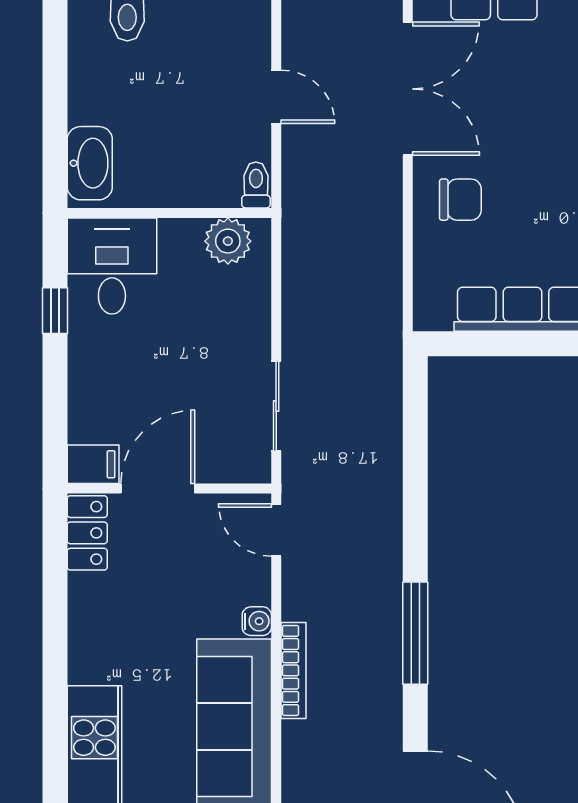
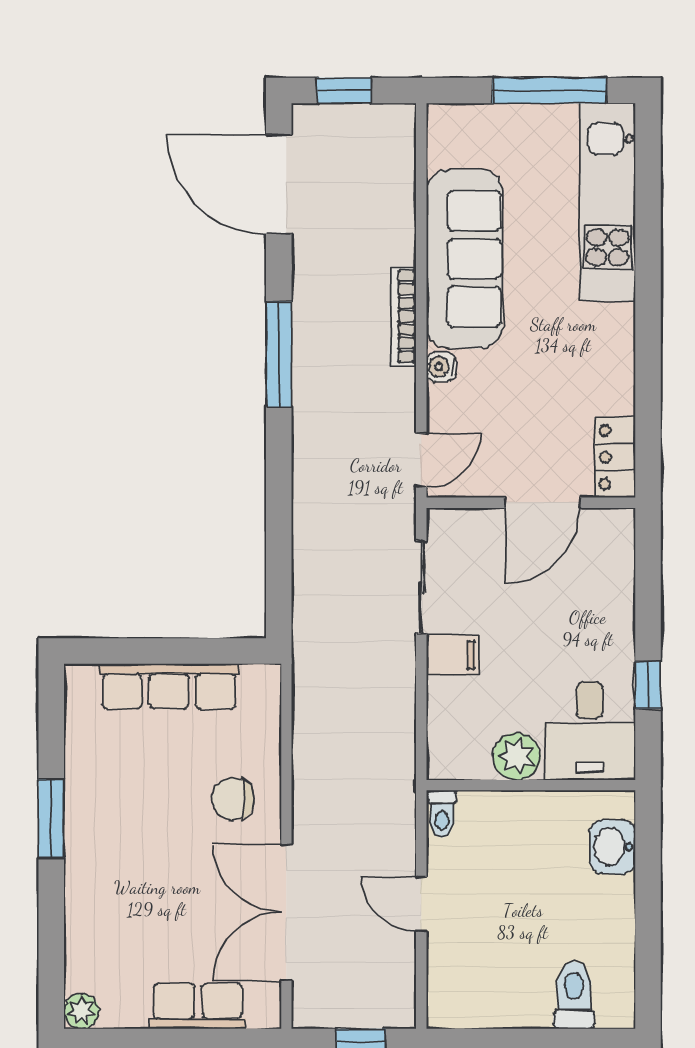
washbasin: (90, 163) -> (612, 847), width x0.72
plant: (228, 241) -> (517, 756), moved
filing cabinet: (93, 464) -> (453, 655), moved, turned 180
door: (276, 530) -> (421, 460), hinge flipped

